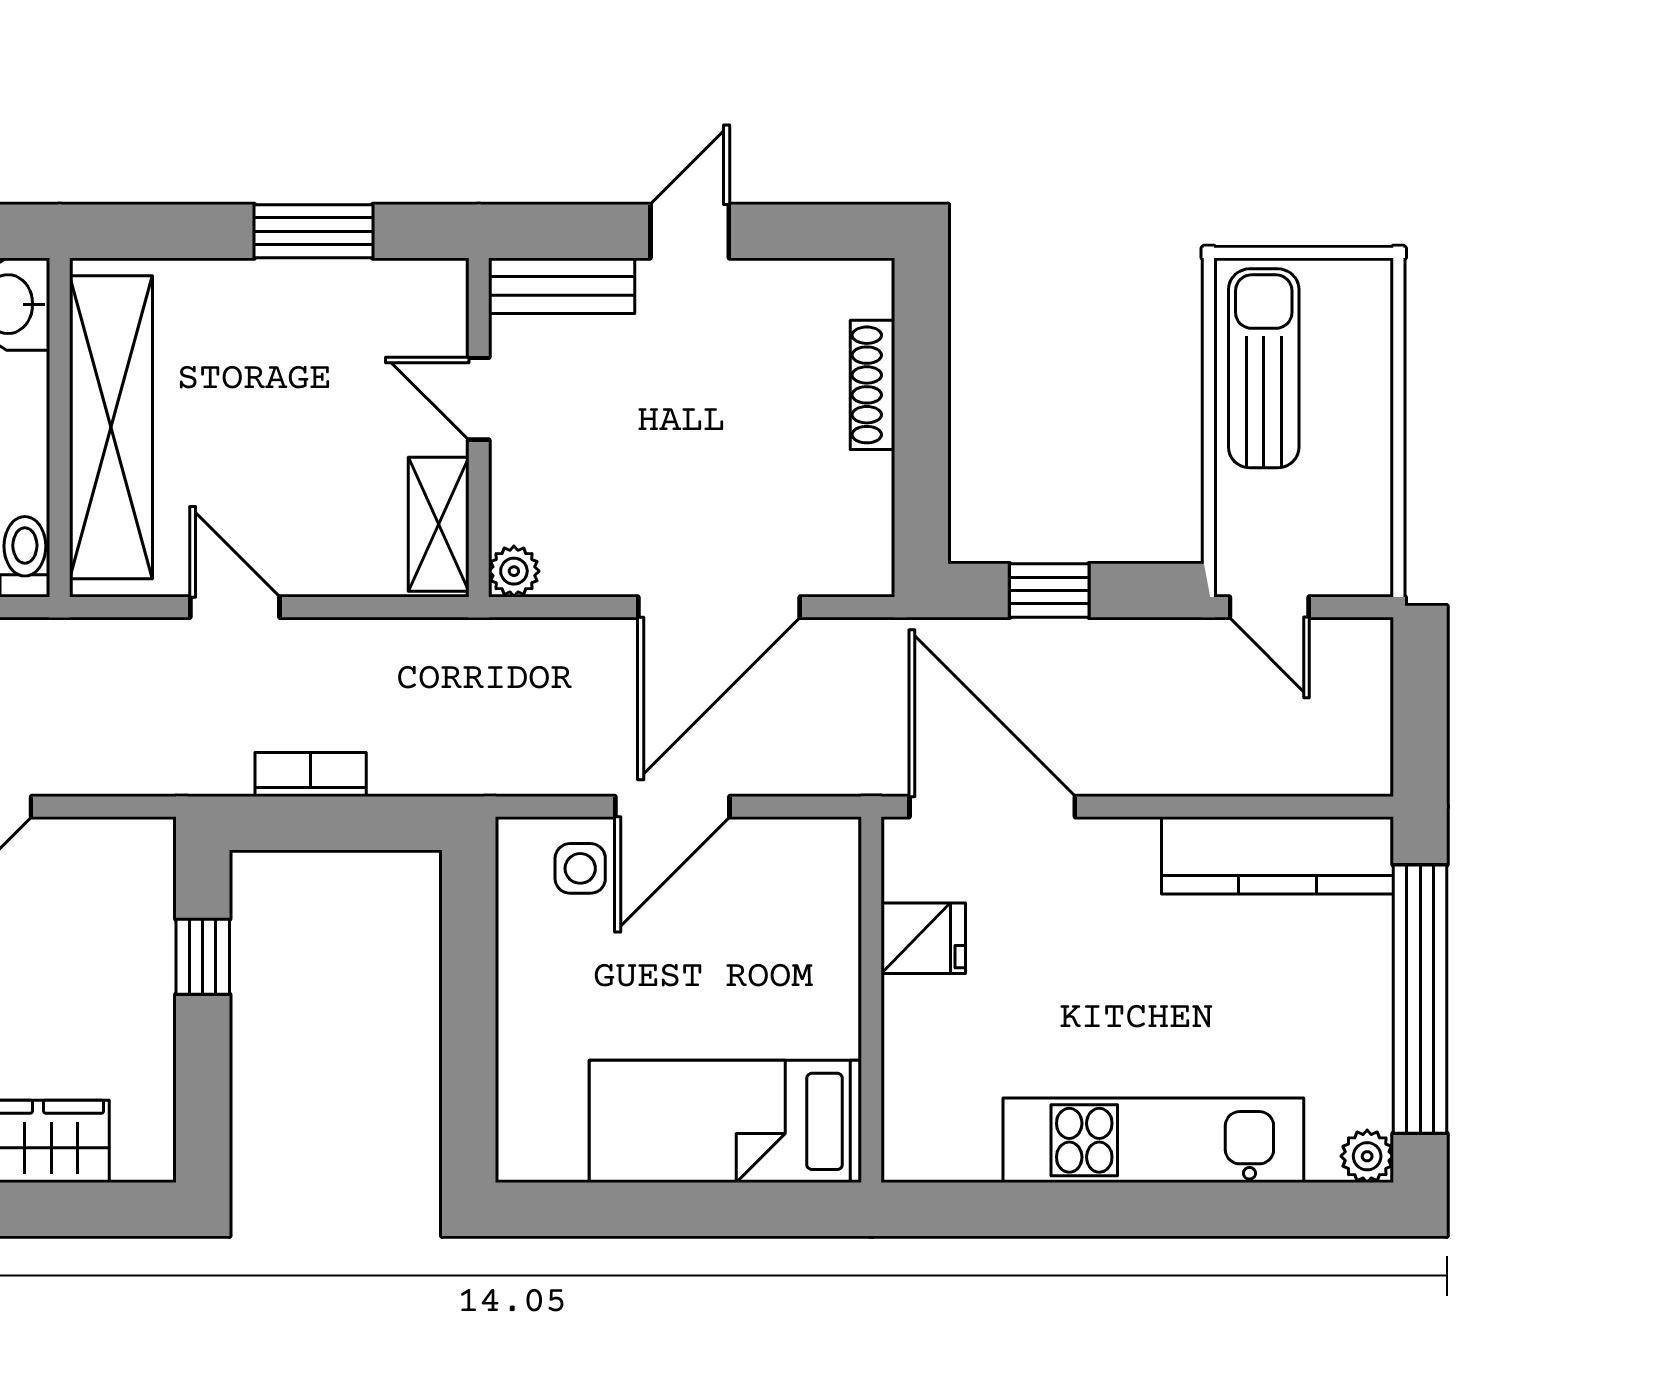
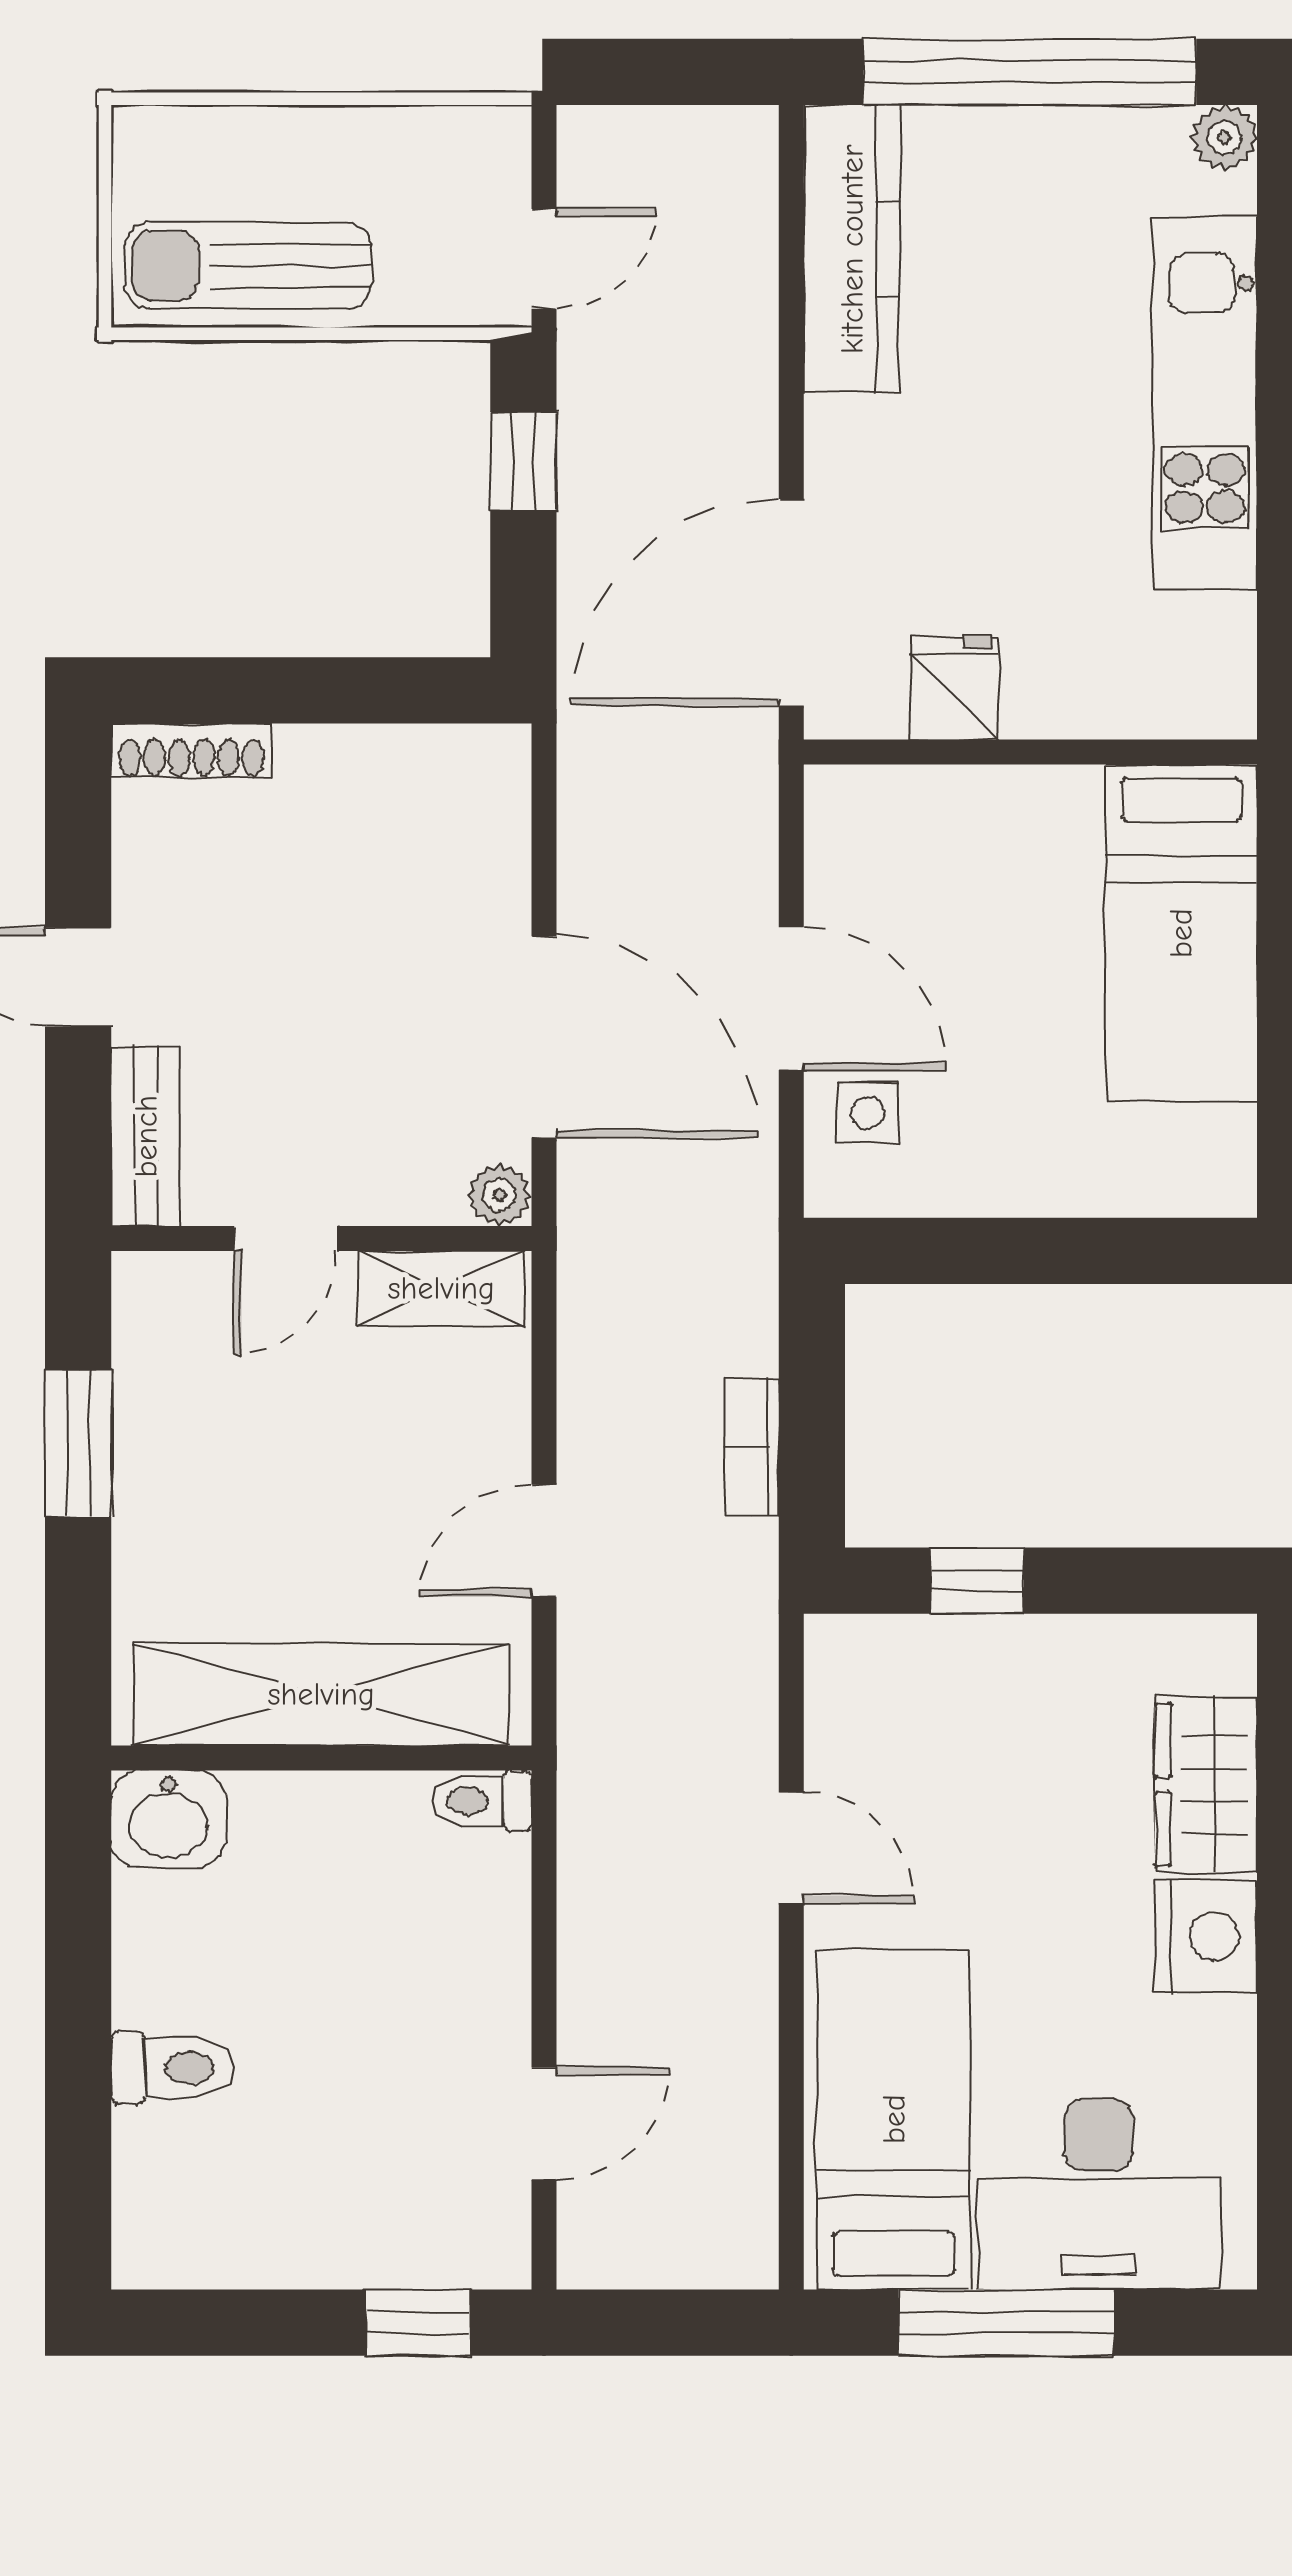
shoe rack: (872, 385) -> (191, 751), moved
window: (1049, 591) -> (523, 461), moved
door: (719, 607) -> (544, 1037), moved

